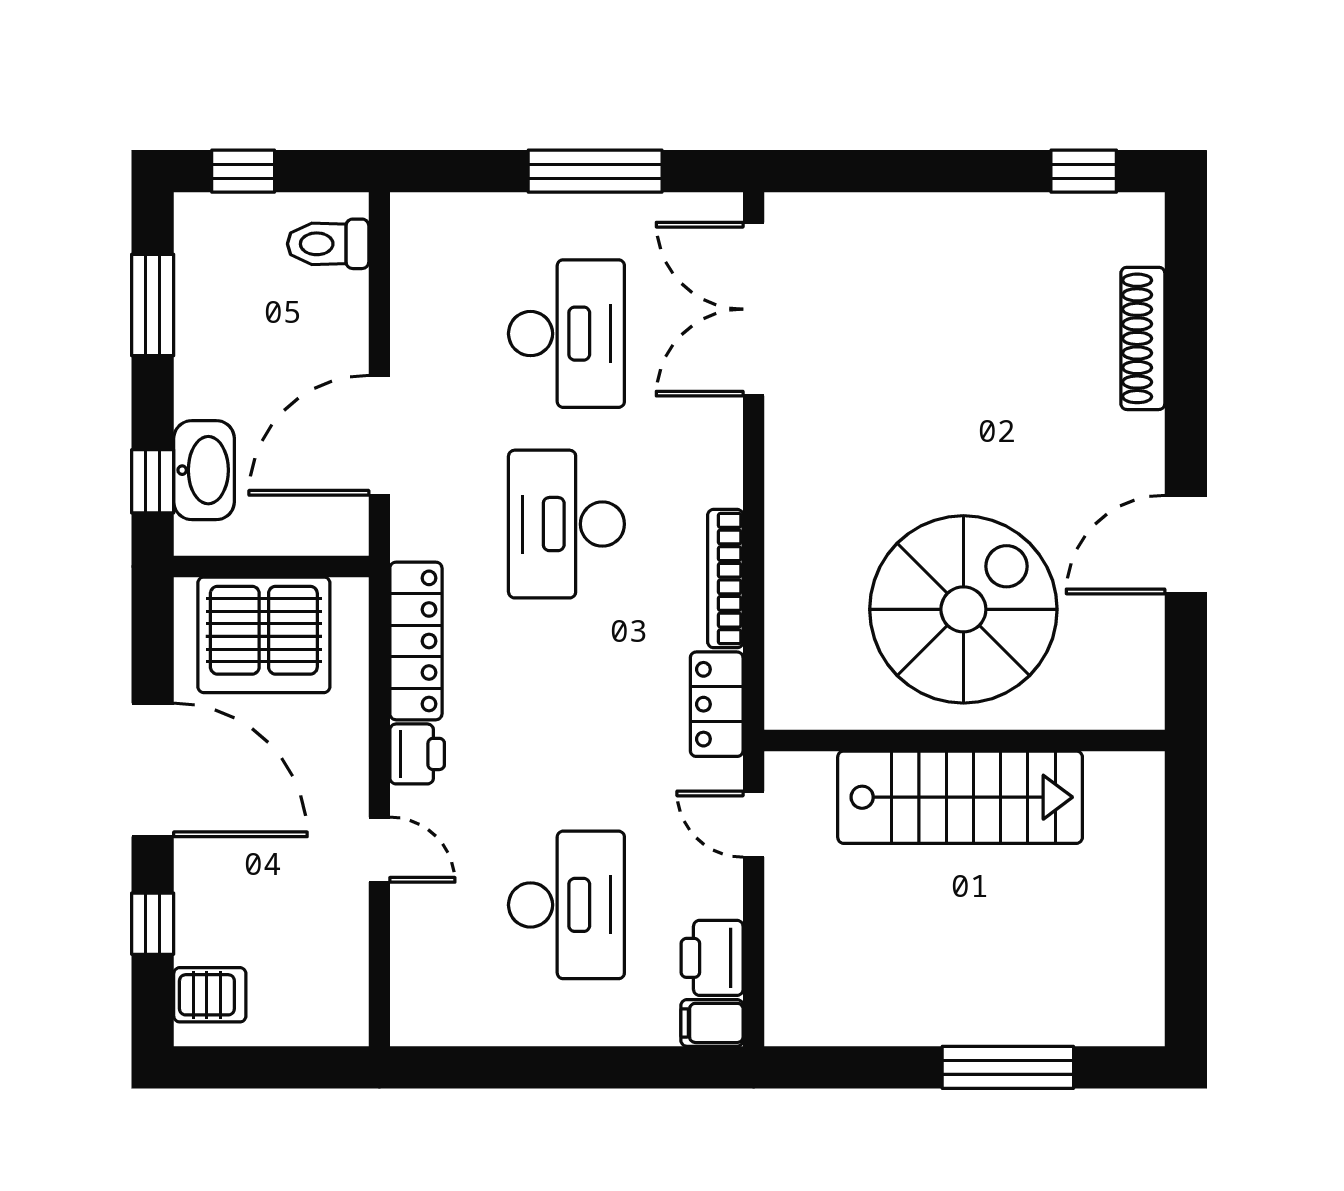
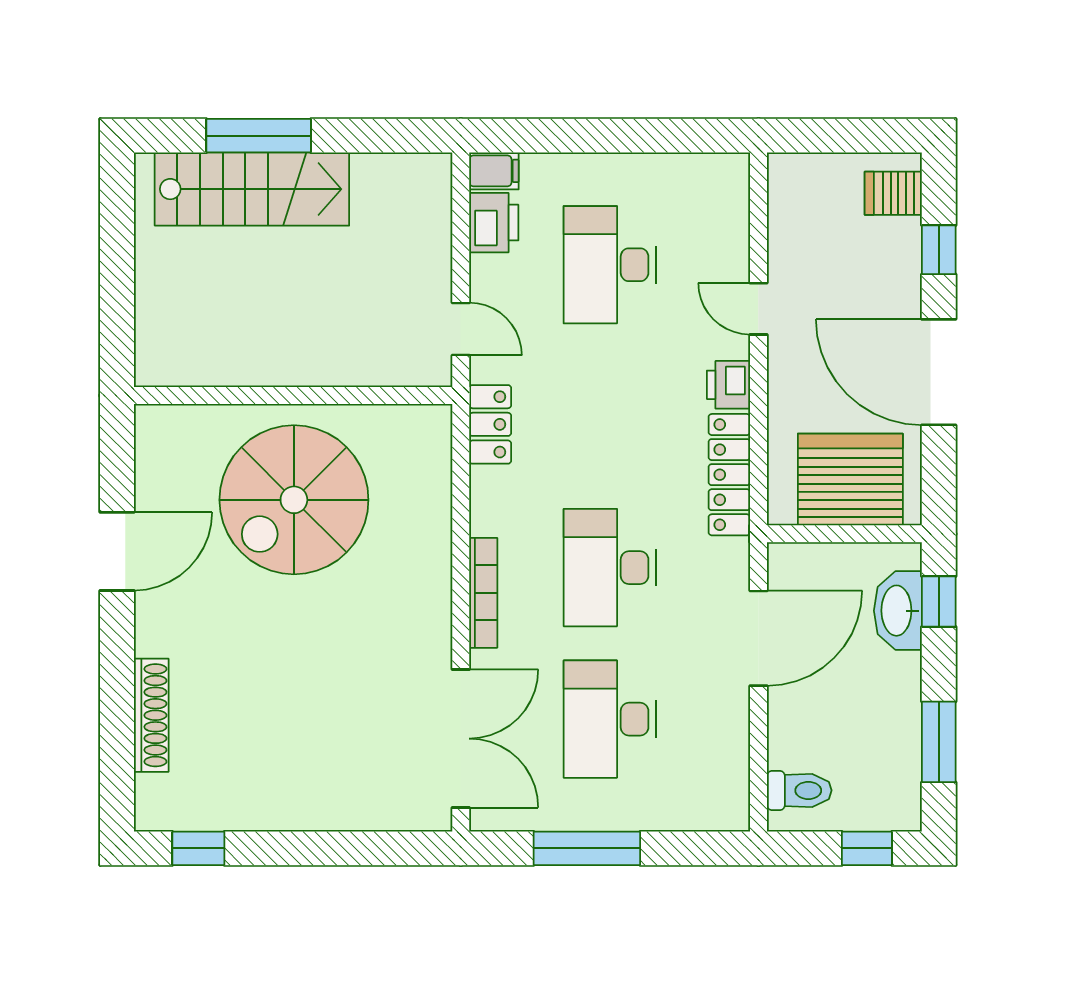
desk: (566, 524) -> (610, 568), turned 180
bookcase: (725, 579) -> (483, 593), moved
stairs: (960, 797) -> (252, 189), moved, turned 180

